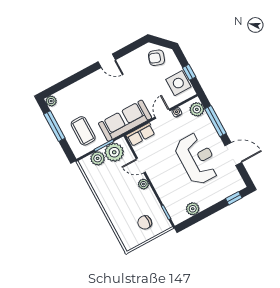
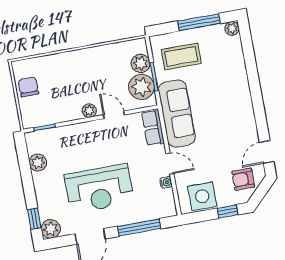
armchair: (156, 58) -> (243, 179), turned -109
door: (107, 61) -> (267, 152), moved
window: (189, 72) -> (227, 211), moved
plant: (197, 109) -> (51, 229), moved
door: (141, 165) -> (114, 115), hinge flipped
chair: (145, 222) -> (28, 87), moved

